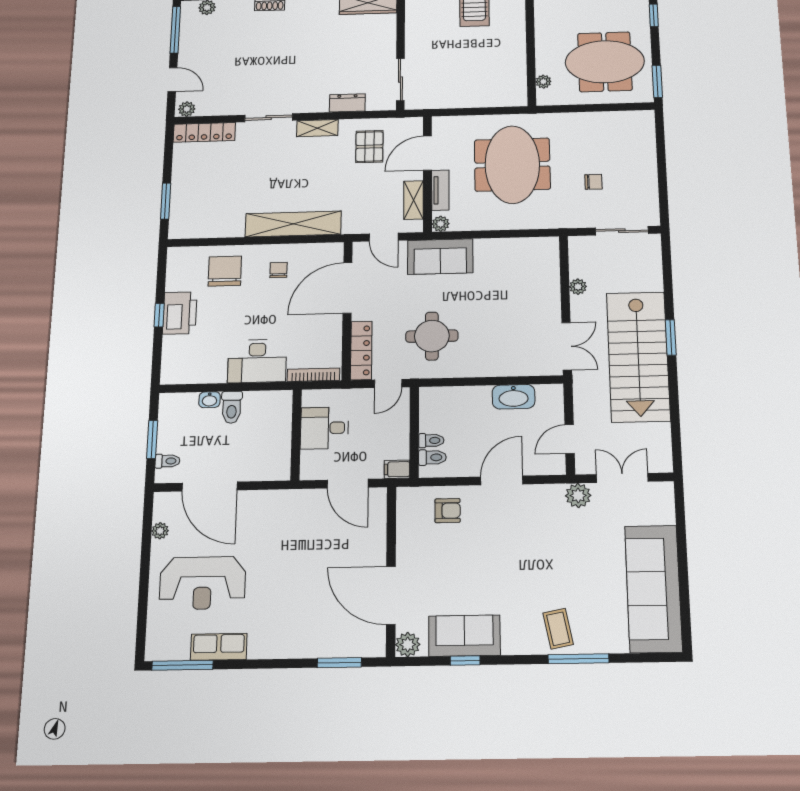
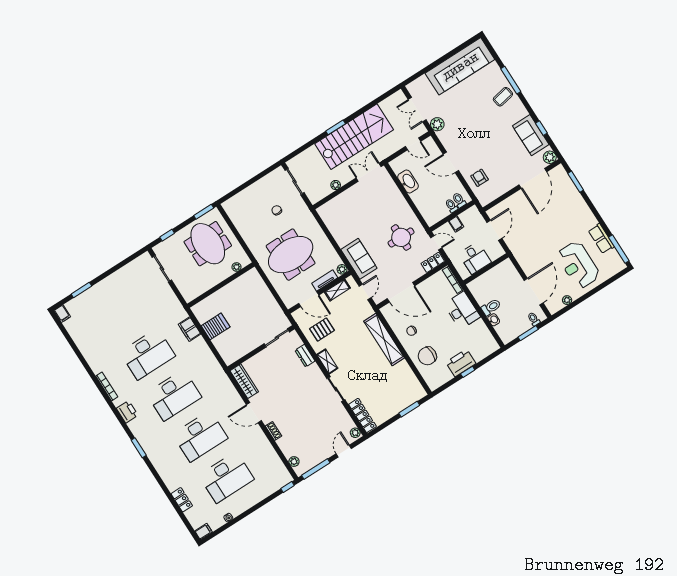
locker: (361, 350) -> (433, 262), width x0.66
filing cabinet: (397, 469) -> (456, 224), moved
reception desk: (202, 583) -> (578, 265), turned 180

